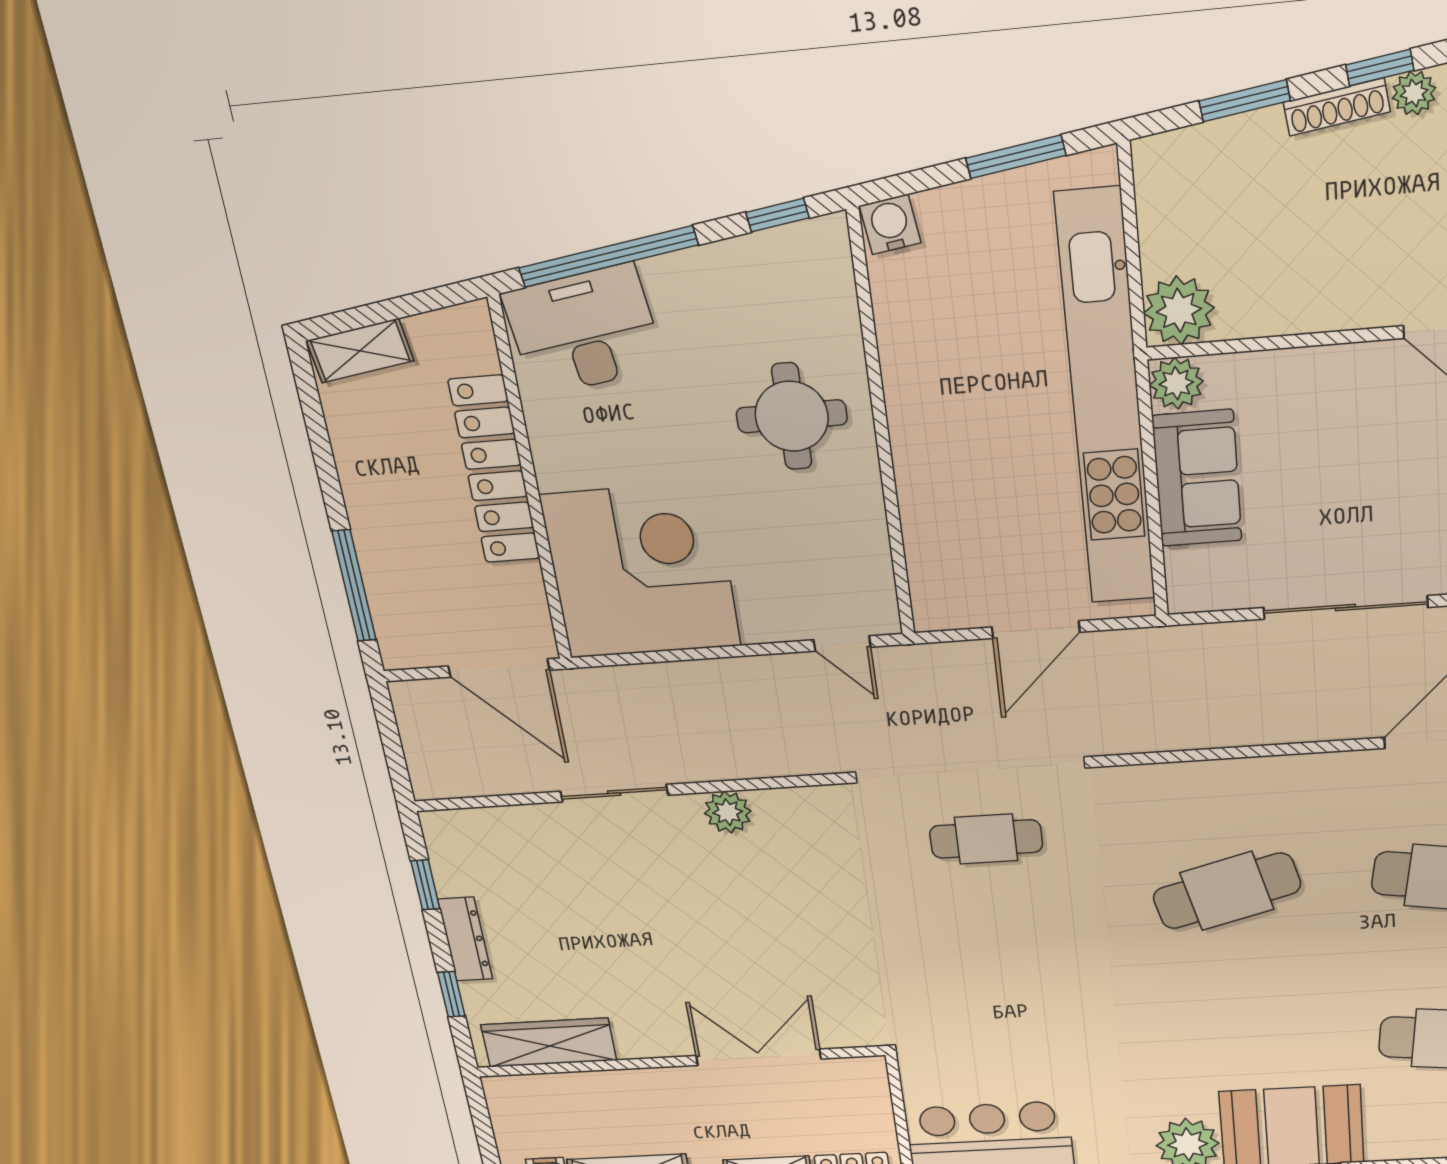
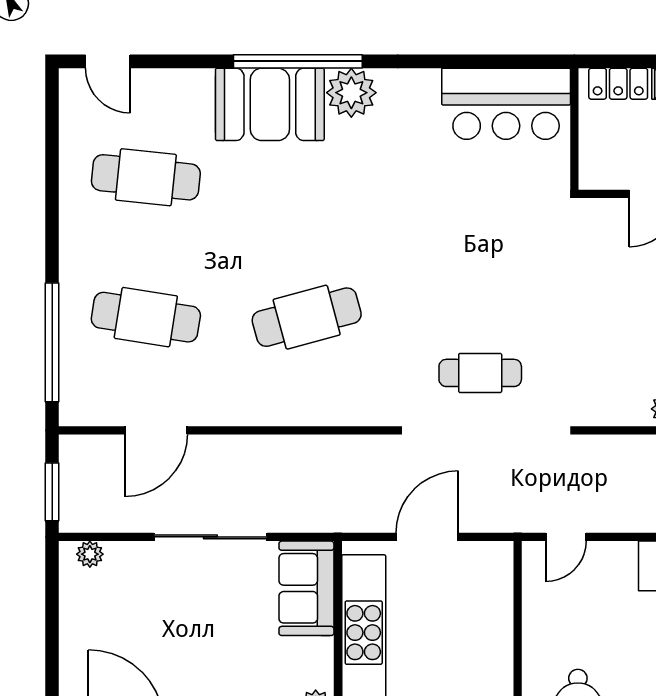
sofa: (1197, 478) -> (306, 588), moved
door: (842, 643) -> (566, 537), swing flipped

